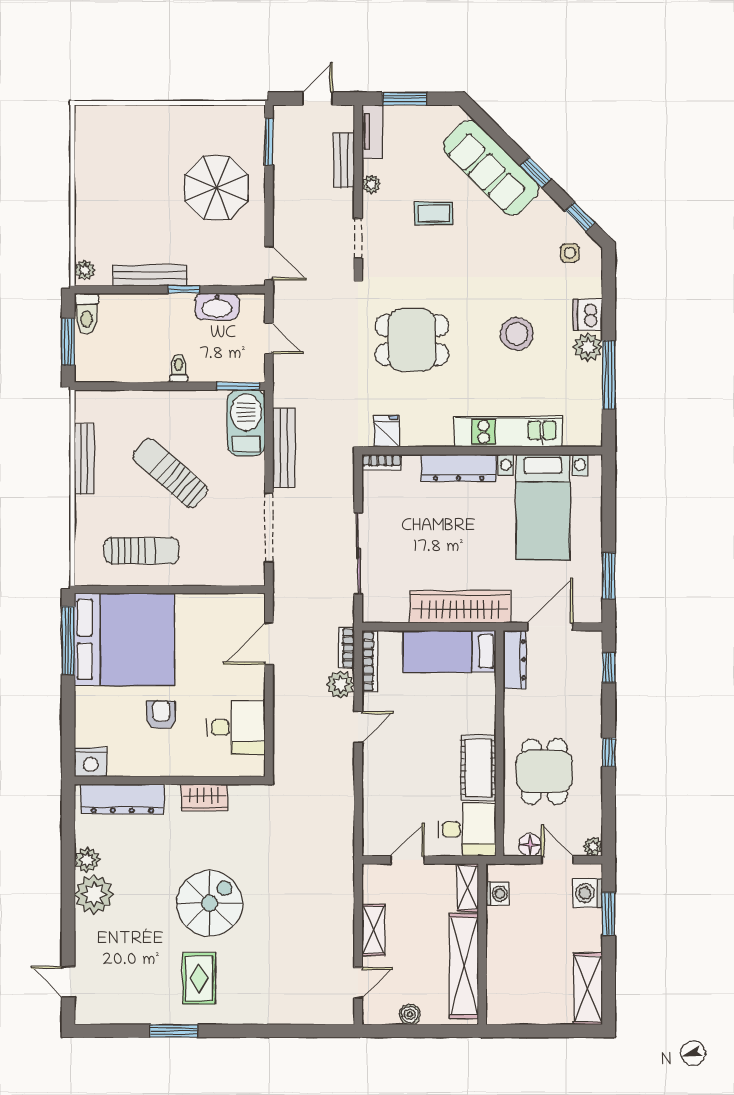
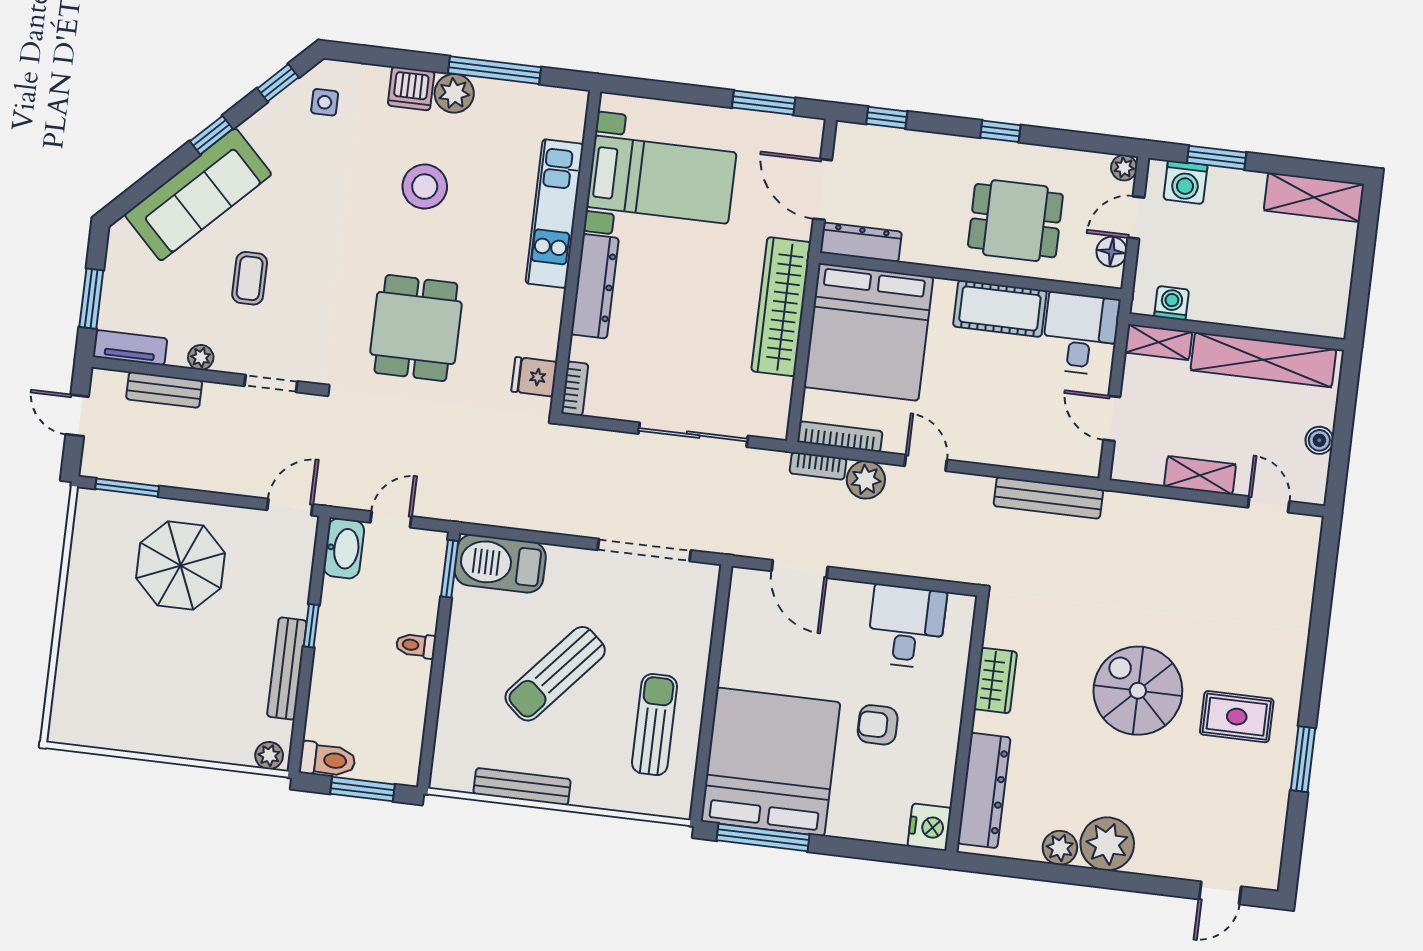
washbasin: (217, 307) -> (344, 548), moved
bench: (284, 448) -> (1048, 498), moved
bed: (449, 651) -> (868, 332), width x2.04

